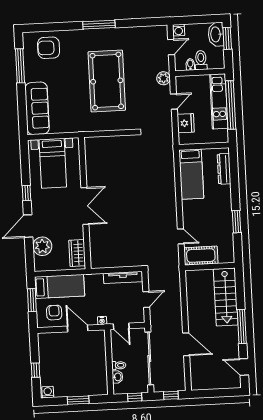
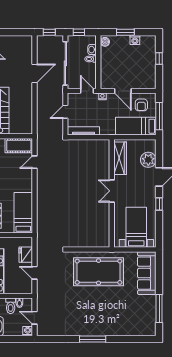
door: (171, 47) -> (34, 318), hinge flipped
armchair: (49, 48) -> (135, 322), removed
plant: (163, 78) -> (42, 292), removed
pool table: (107, 81) -> (99, 272), moved, turned 90
door: (174, 102) -> (34, 273), hinge flipped
double door: (85, 206) -> (112, 191), width x0.73
door: (181, 236) -> (34, 162), hinge flipped
wardrobe: (77, 253) -> (120, 158), width x1.50
window: (32, 300) -> (159, 116), width x1.44
door: (186, 344) -> (34, 74), swing flipped
boiler: (102, 387) -> (105, 42), added
washing machine: (48, 392) -> (135, 40), moved

